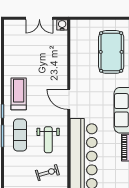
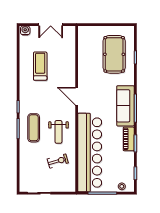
water cooler: (62, 25) -> (25, 30), moved
treadmill: (19, 94) -> (40, 66), moved

